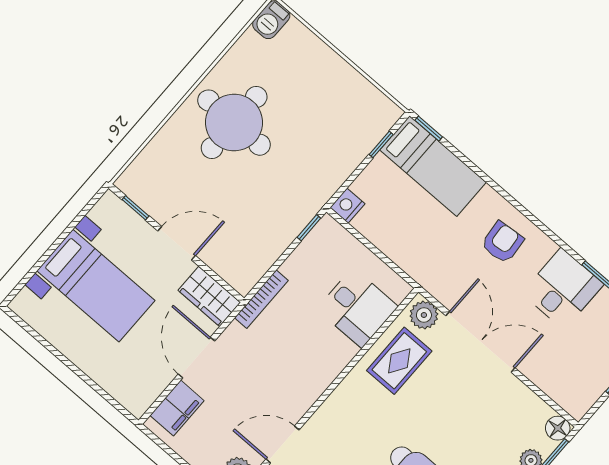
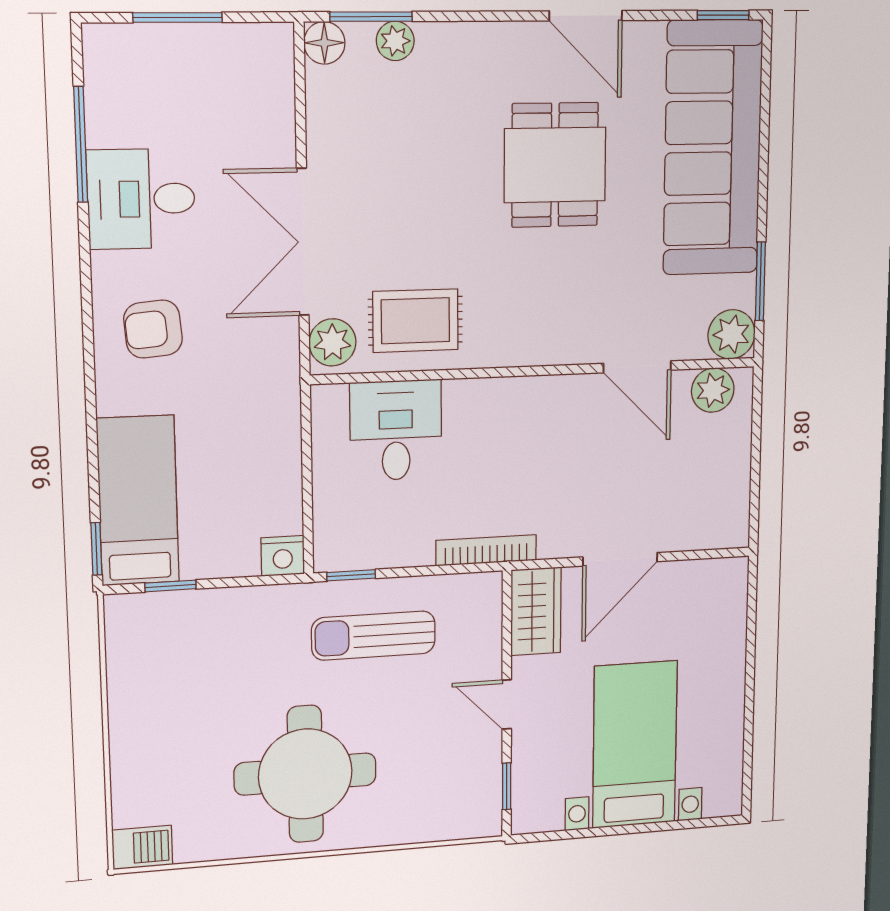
sun lounger: (270, 212) -> (373, 636), added
door: (177, 243) -> (507, 704), width x0.73
filing cabinet: (177, 408) -> (698, 527), removed

